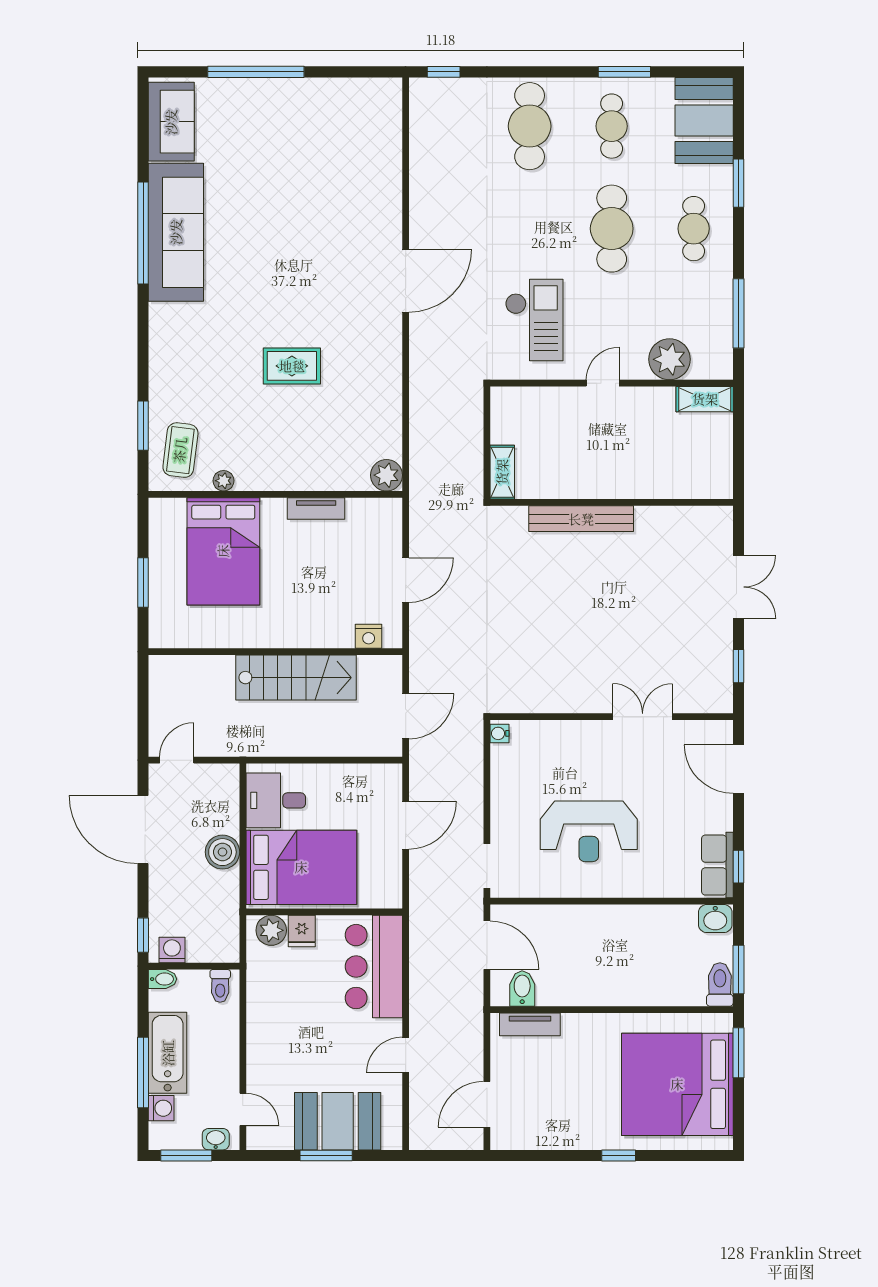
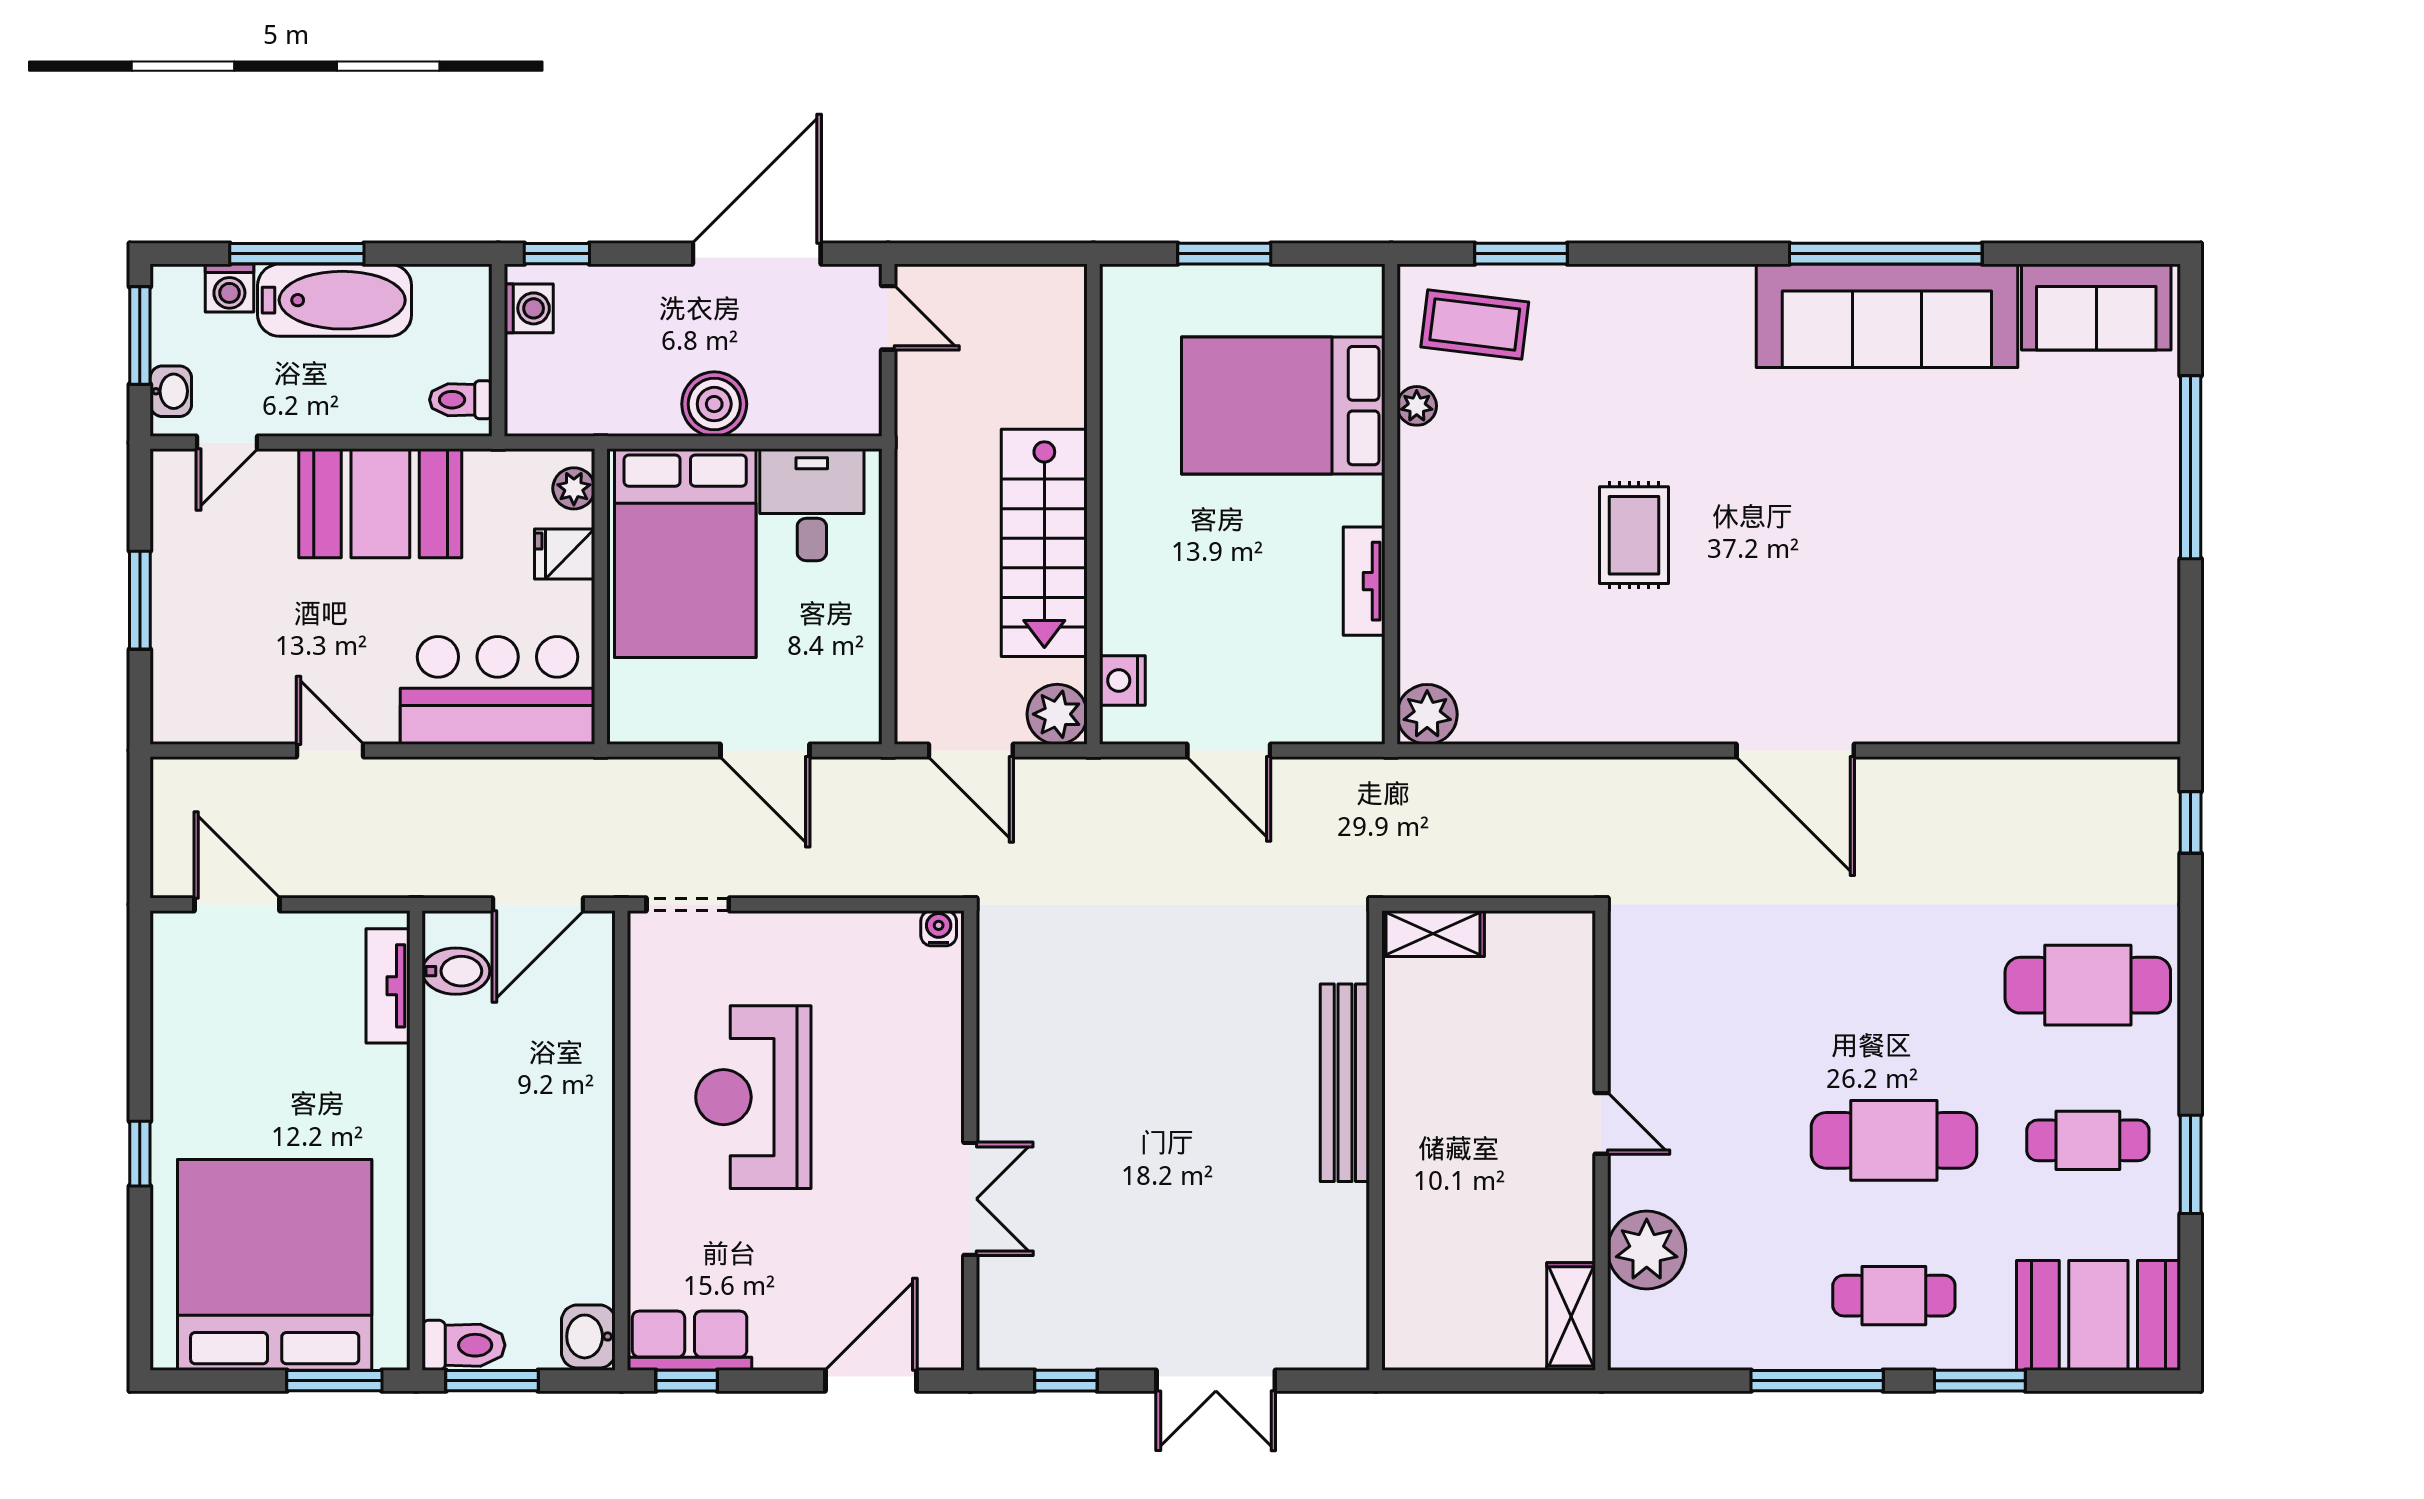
window: (739, 313) -> (1817, 1381), moved
checkout: (534, 320) -> (1721, 994), removed
plant: (386, 671) -> (1057, 714), added
plant: (271, 930) -> (574, 488), width x0.73, depth x0.73
bidet: (163, 979) -> (474, 291), removed
booth: (338, 1121) -> (380, 503), moved, turned 90

